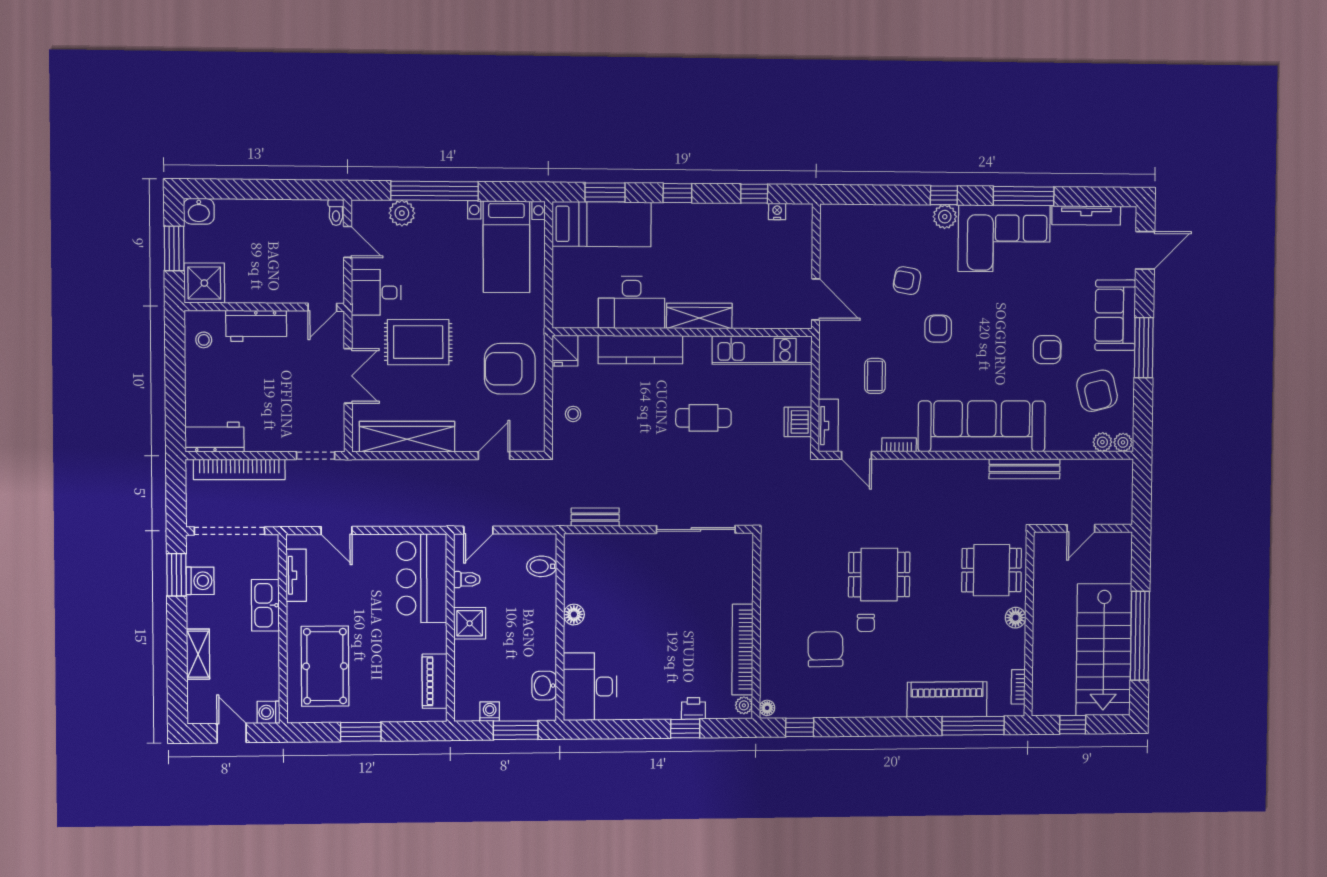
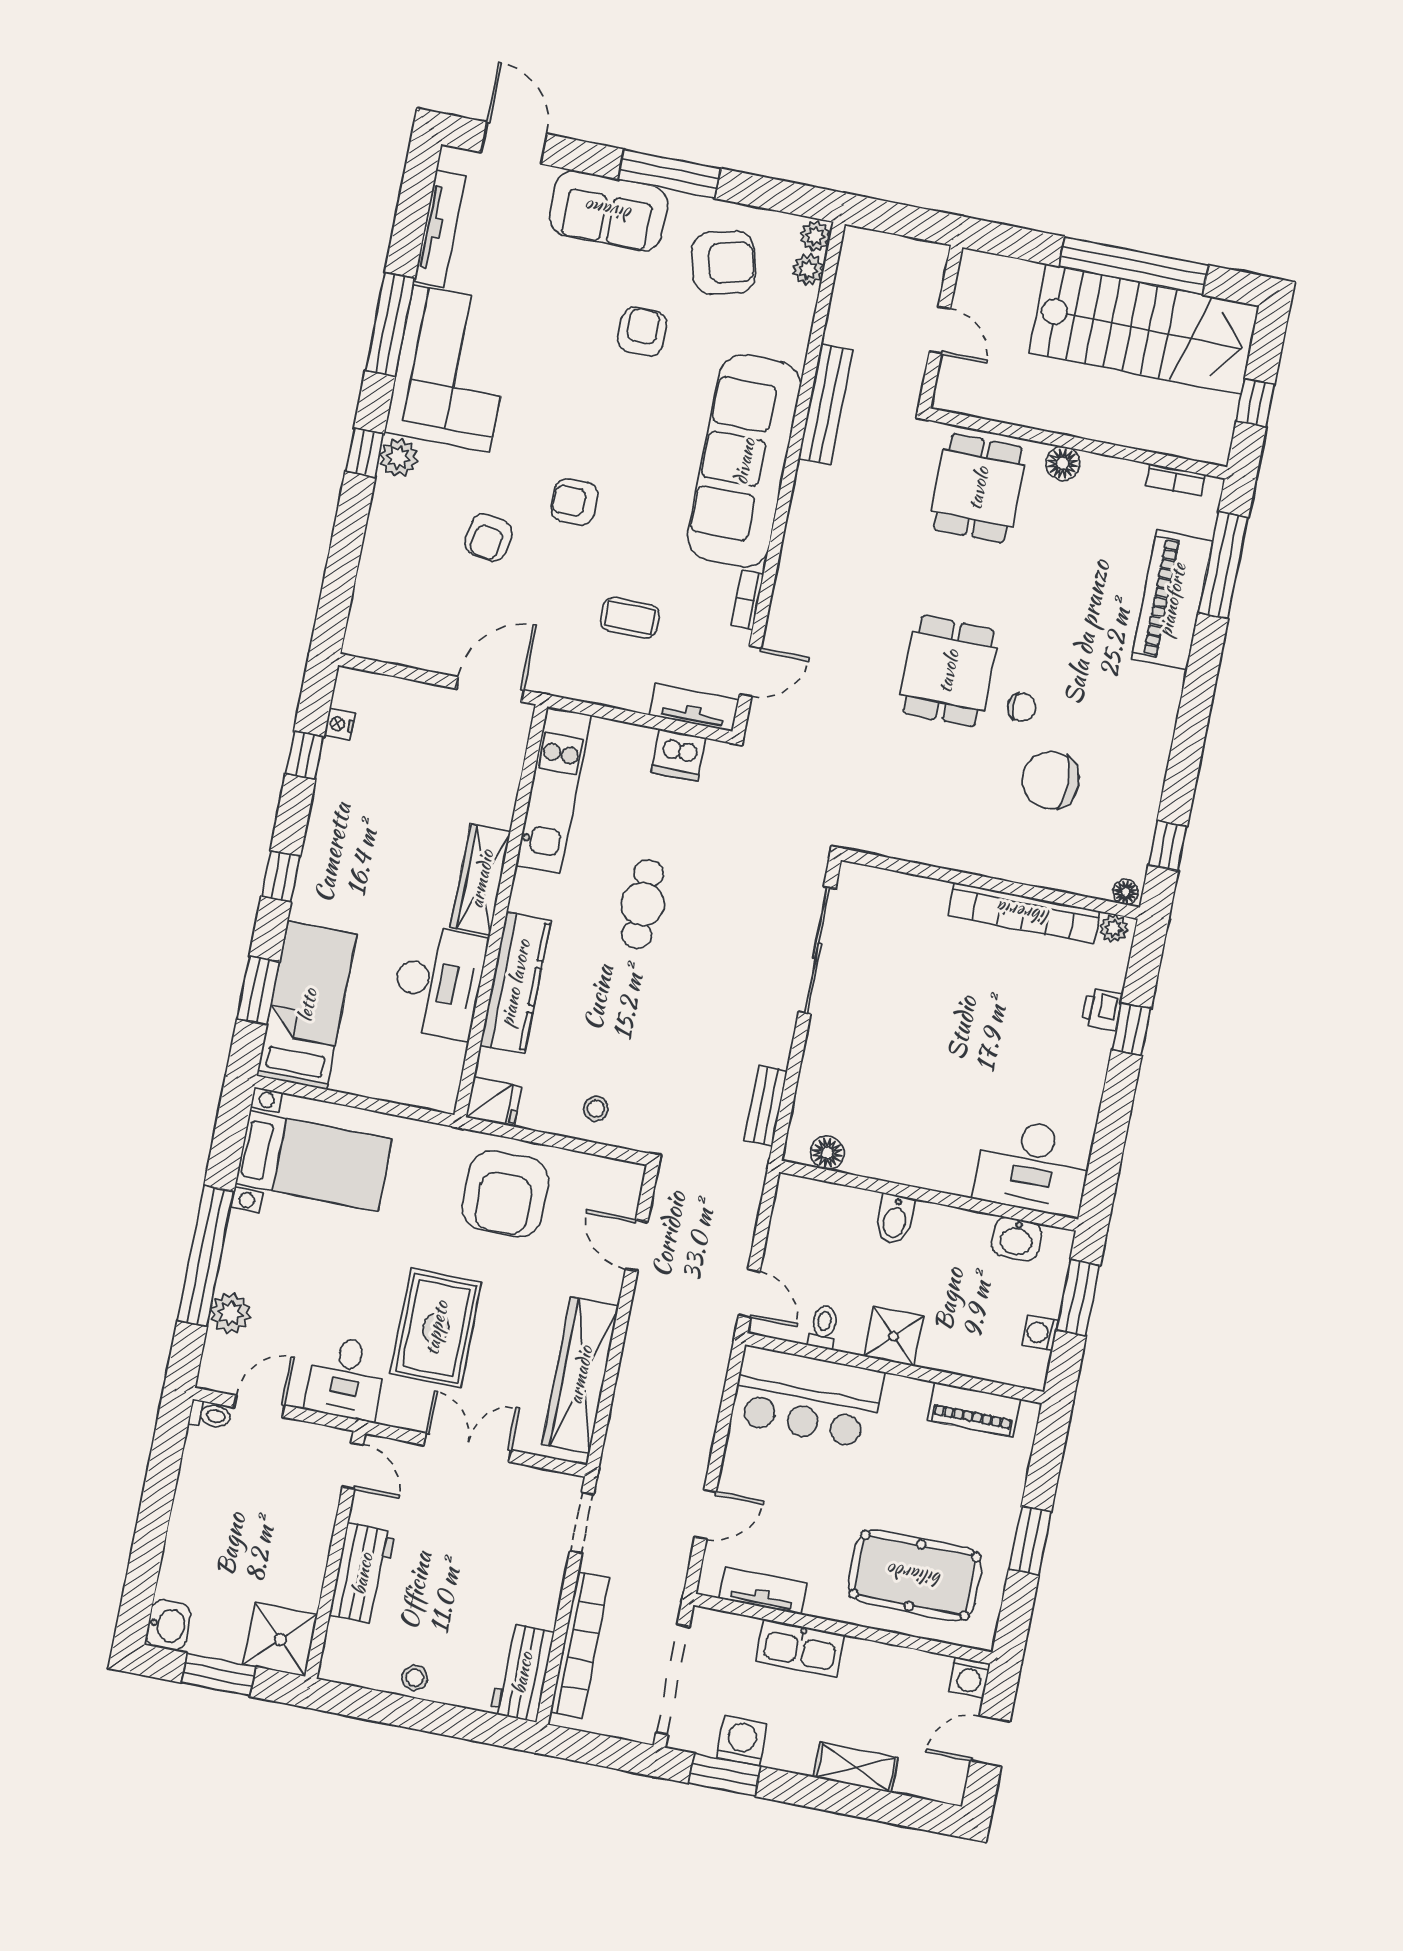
stool: (204, 340) -> (415, 1678), moved
bidet: (542, 566) -> (895, 1219), moved
floor lamp: (574, 615) -> (827, 1153), moved

